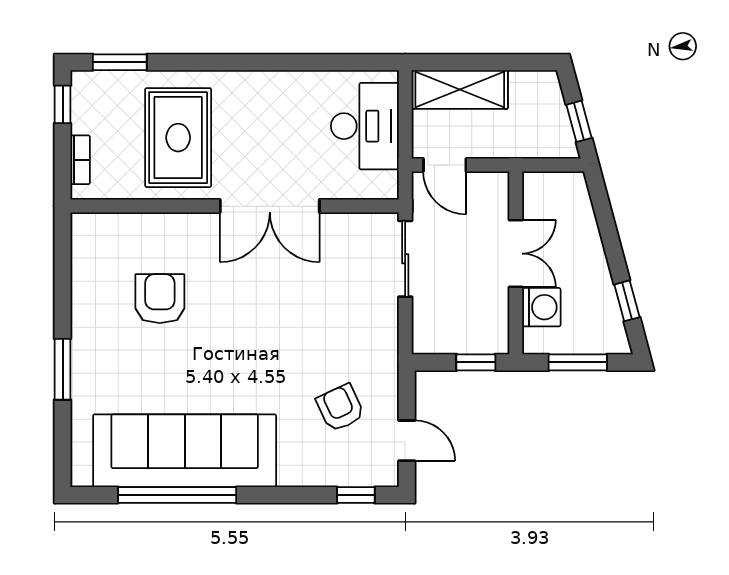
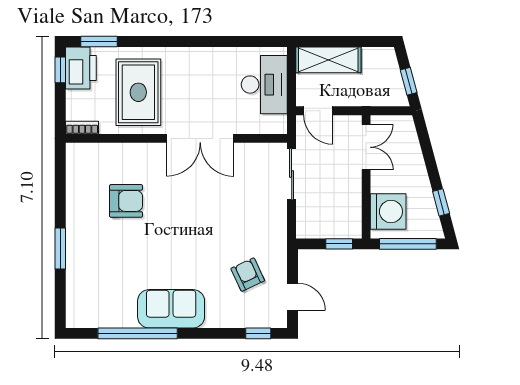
printer: (93, 102) -> (81, 68), added
bookcase: (80, 160) -> (82, 128), moved, turned -90
double door: (516, 254) -> (366, 147), moved
armchair: (160, 299) -> (126, 201), turned 90
washing machine: (541, 307) -> (388, 212), width x1.37, depth x1.37
window: (578, 362) -> (408, 244), width x1.44
sofa: (185, 451) -> (171, 309), width x0.54, depth x0.79

